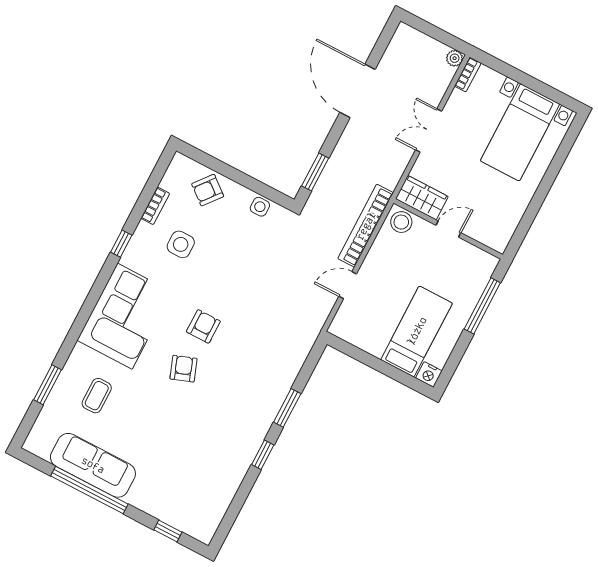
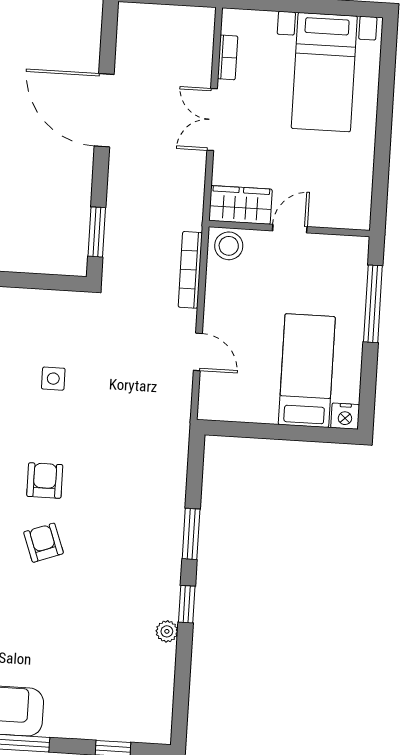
plant: (455, 58) -> (167, 631), moved
bookcase: (468, 74) -> (228, 57), moved
side table: (260, 207) -> (53, 379), moved
bookcase: (366, 226) -> (190, 270), width x0.68, depth x0.76
door: (348, 285) -> (198, 352), swing flipped

